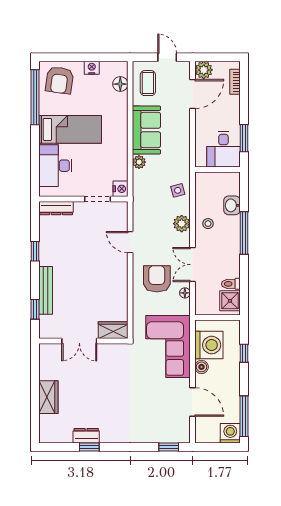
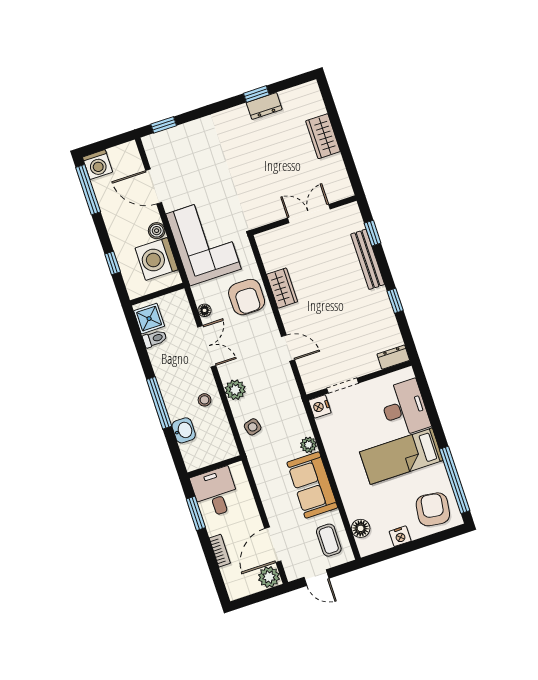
bookcase: (235, 82) -> (220, 551), moved
dresser: (56, 208) -> (393, 357), width x0.70
armchair: (157, 279) -> (247, 297), moved
wardrobe: (113, 330) -> (282, 288), moved, turned -90

